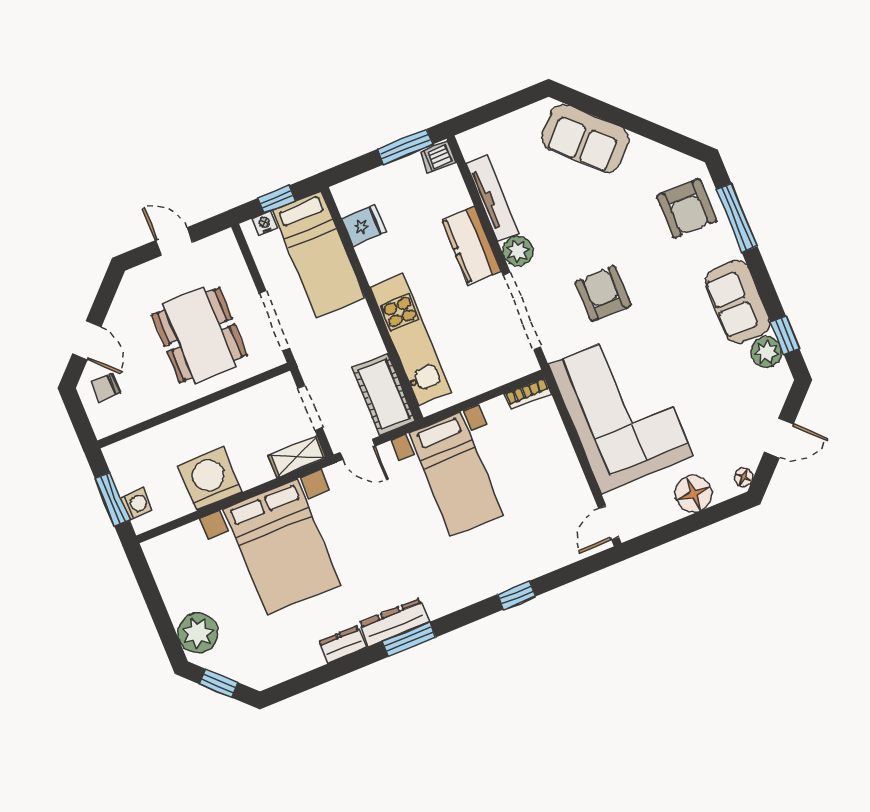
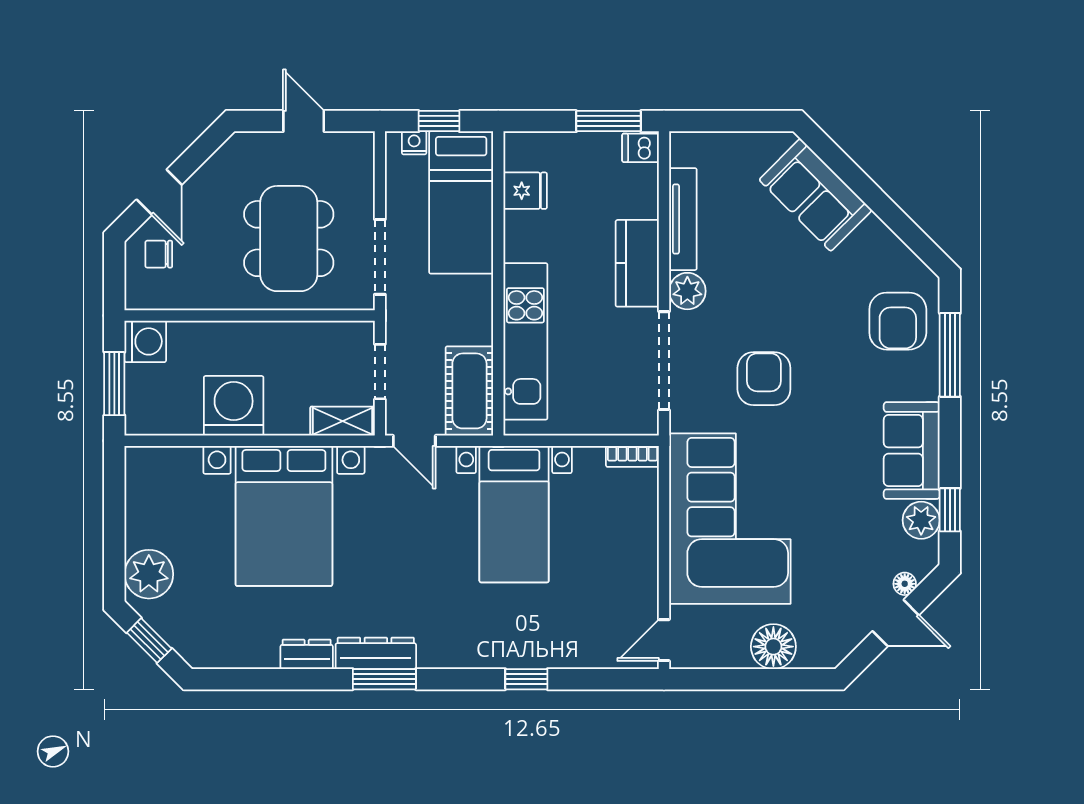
floor lamp: (744, 477) -> (905, 584), moved
washing machine: (137, 504) -> (145, 341), moved, width x1.38, depth x1.38

